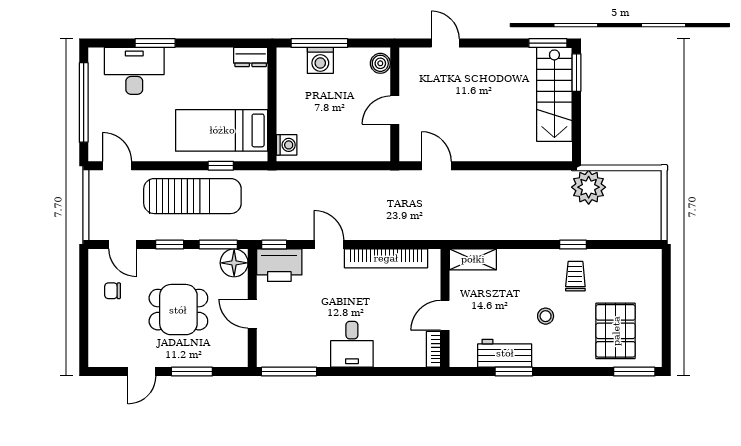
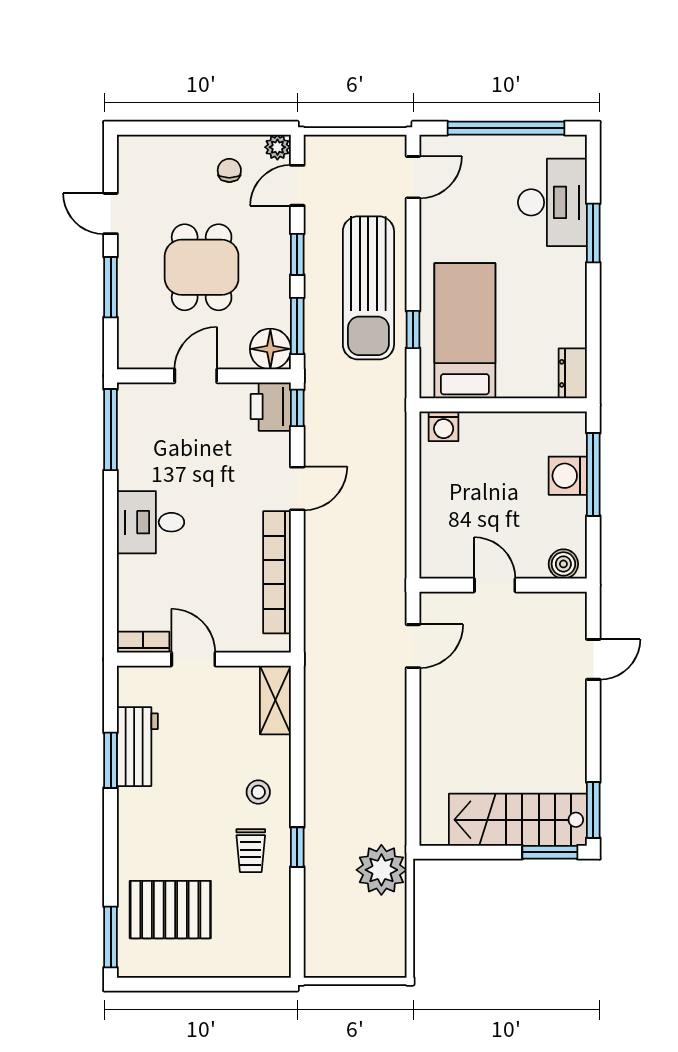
plant: (97, 258) -> (277, 147), added
printer: (279, 265) -> (271, 407), width x0.73, depth x0.84
trolley: (575, 276) -> (251, 851), turned 90
stool: (546, 316) -> (258, 792), moved

